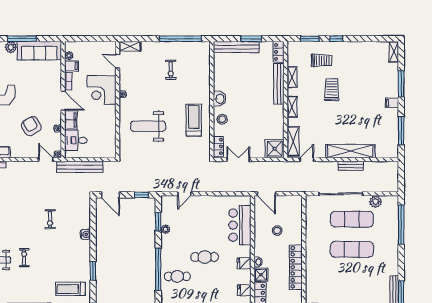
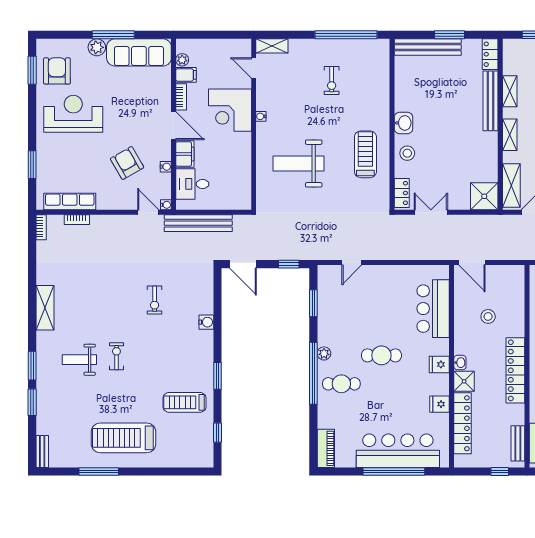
plant: (165, 229) -> (324, 353), moved

